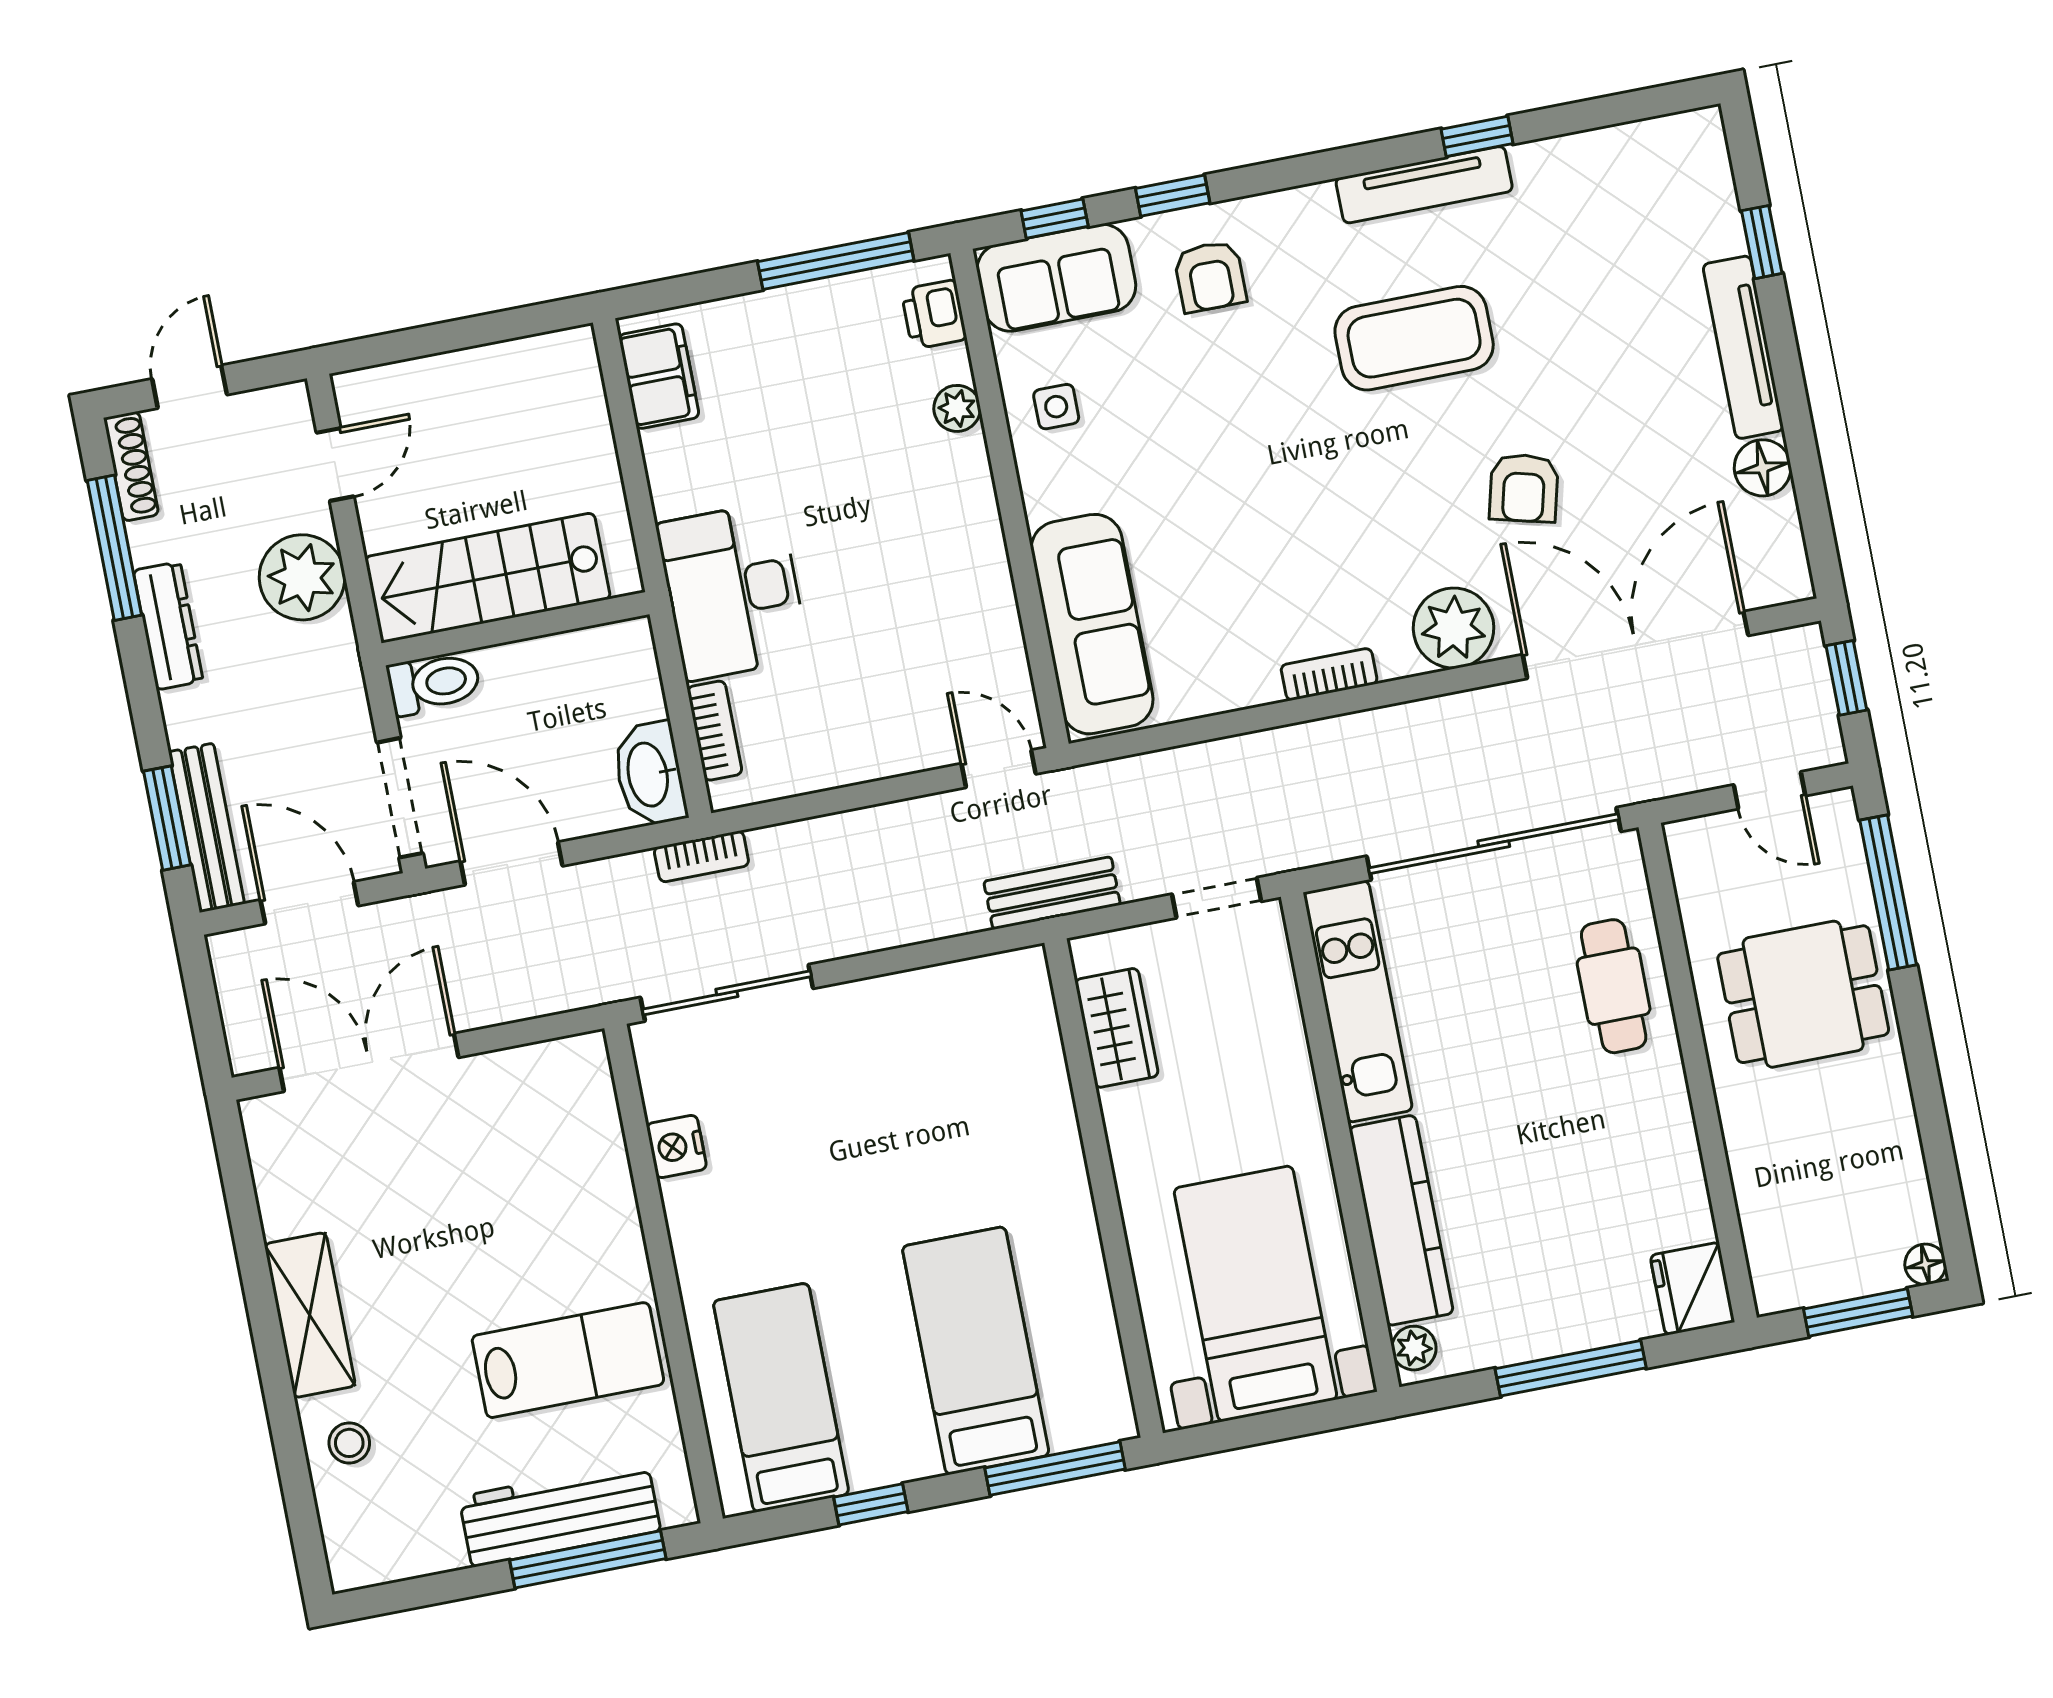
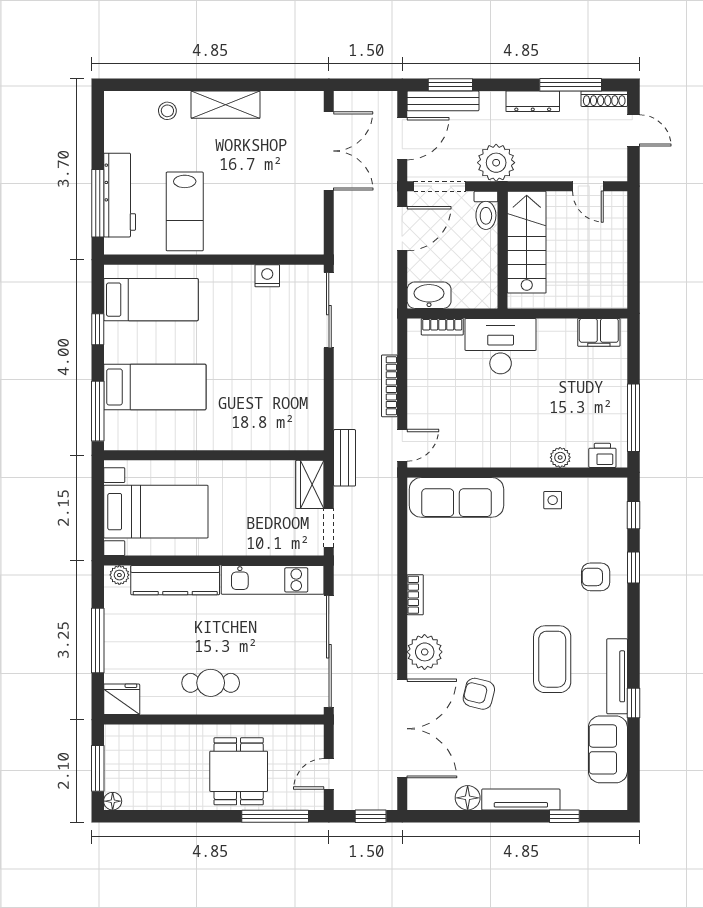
sofa: (1056, 278) -> (608, 749), moved
plant: (302, 577) -> (496, 163), moved
bookcase: (701, 856) -> (389, 386), moved, width x1.56
cafe table: (1614, 986) -> (211, 683), moved
wardrobe: (1117, 1028) -> (310, 484), moved, turned 90

